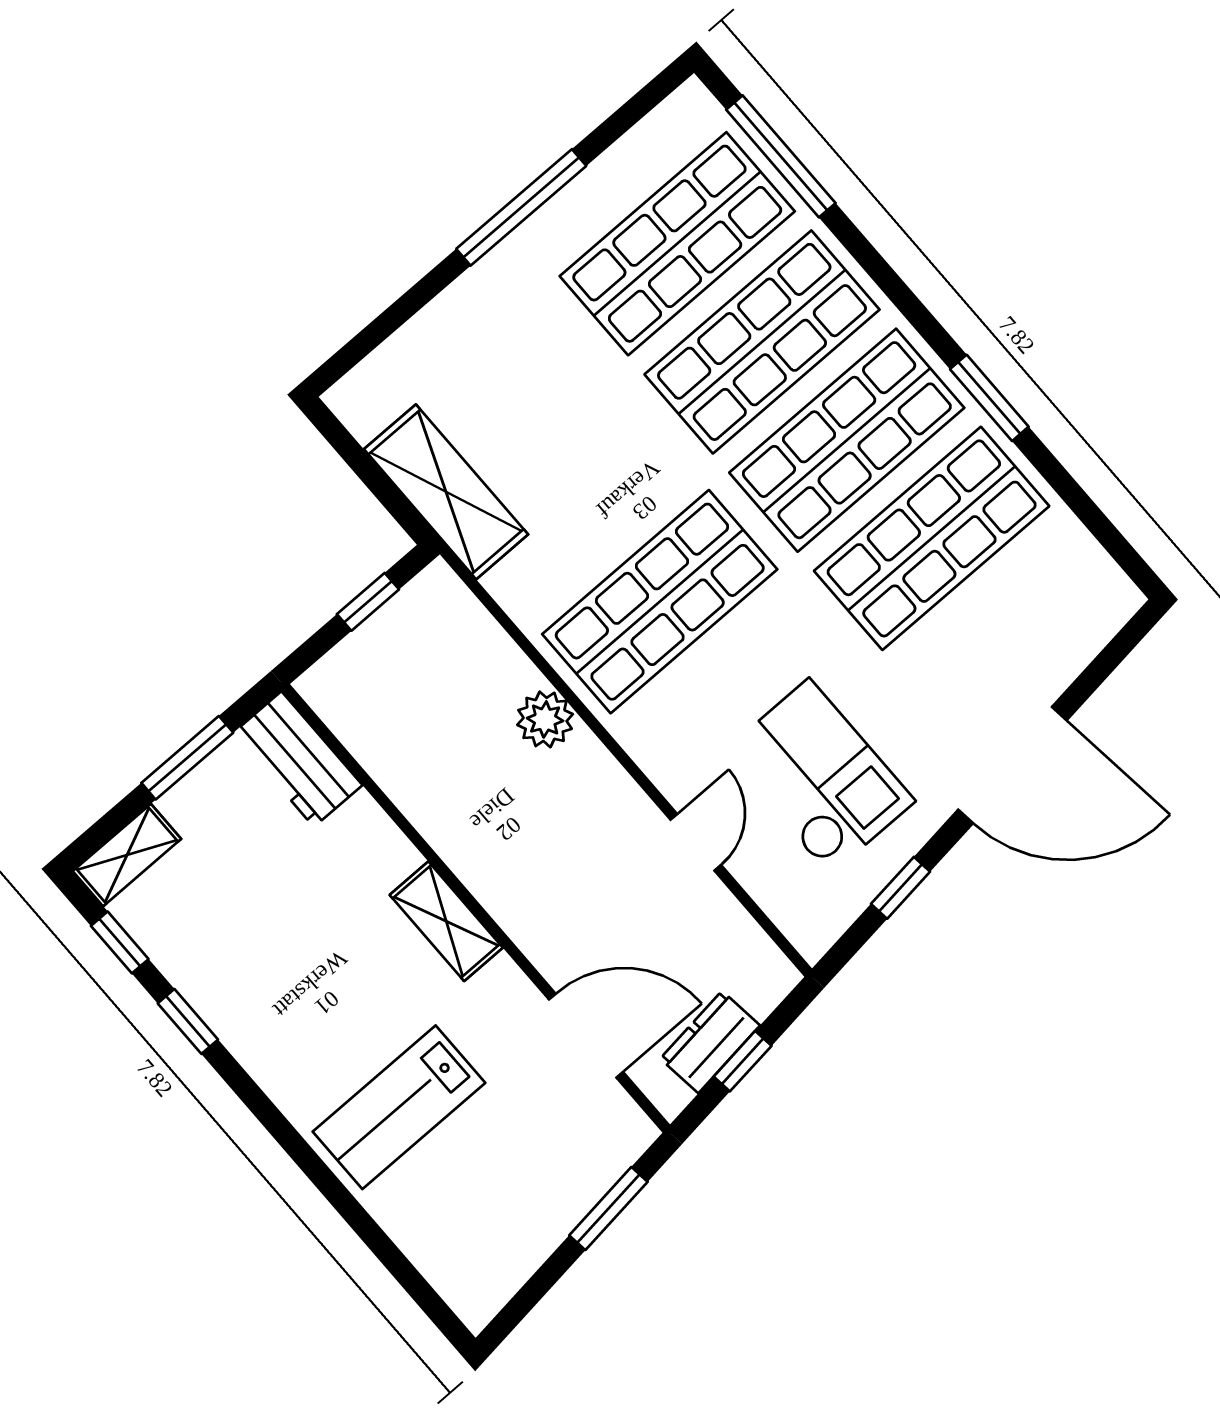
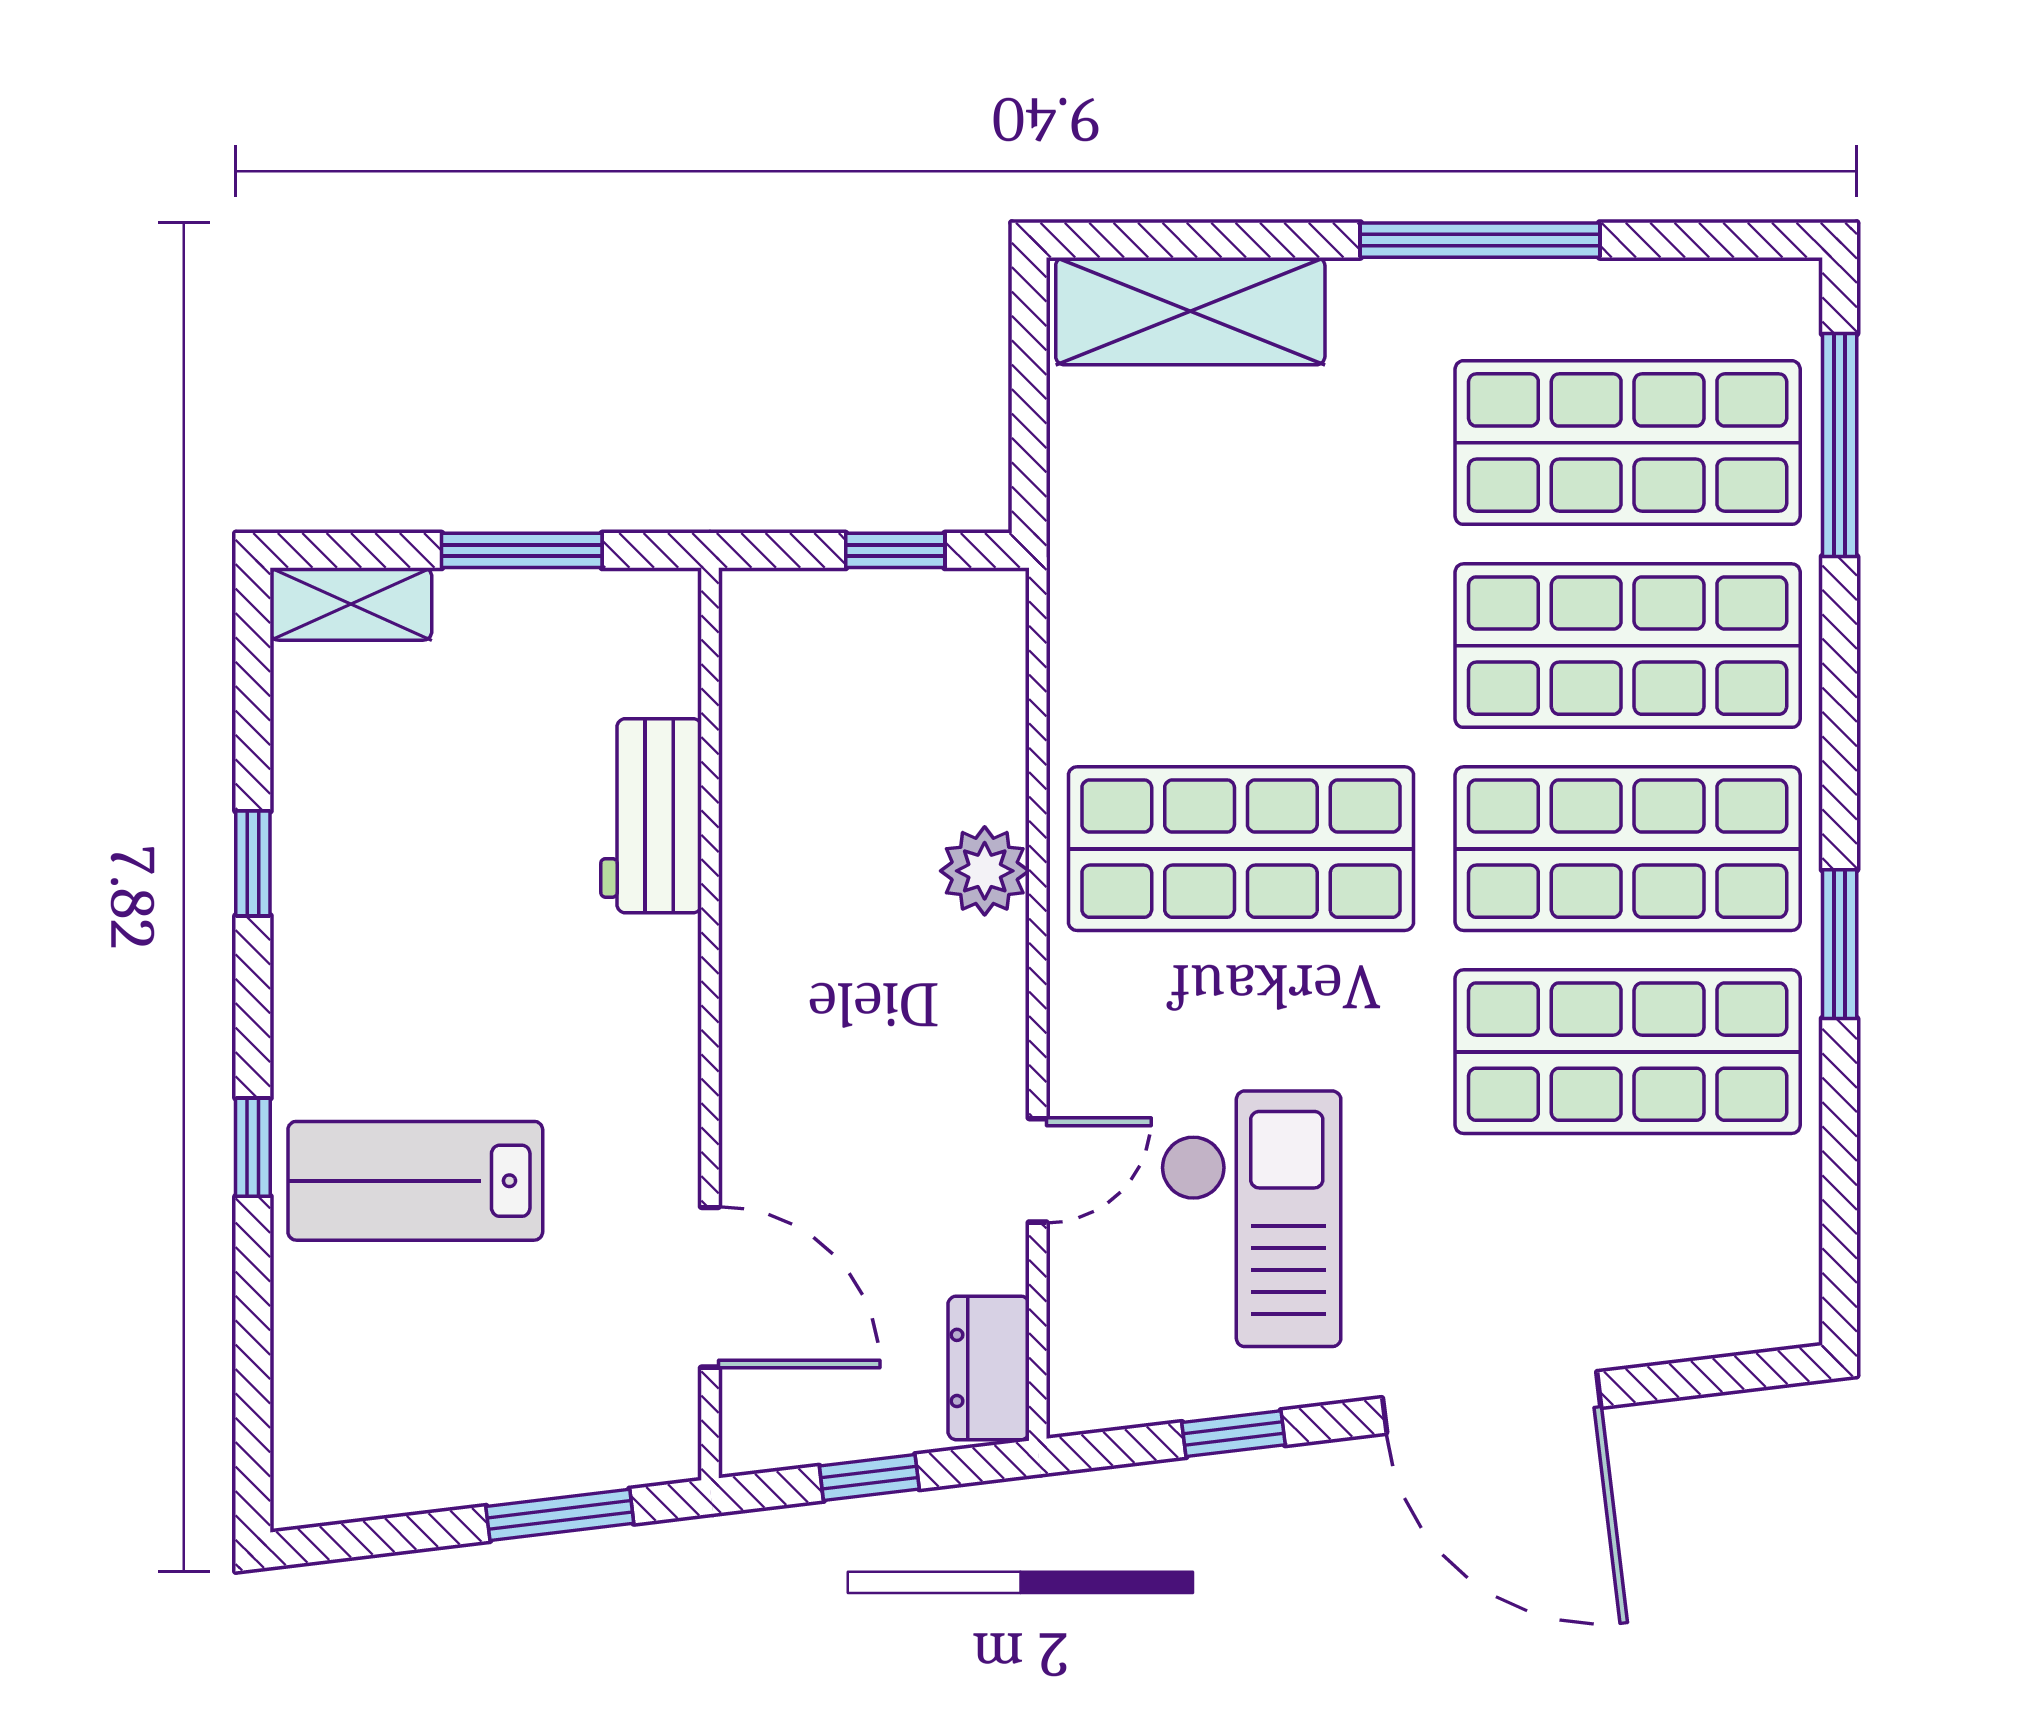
shelving: (446, 492) -> (1190, 311), moved, turned 90
workbench: (298, 759) -> (651, 816), moved
shelving: (446, 921) -> (661, 1009), removed
window: (120, 942) -> (253, 1147), moved
dresser: (710, 1042) -> (989, 1368), moved, turned -83

